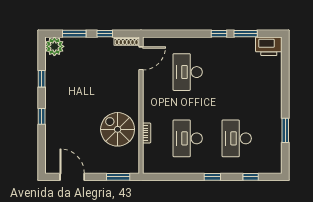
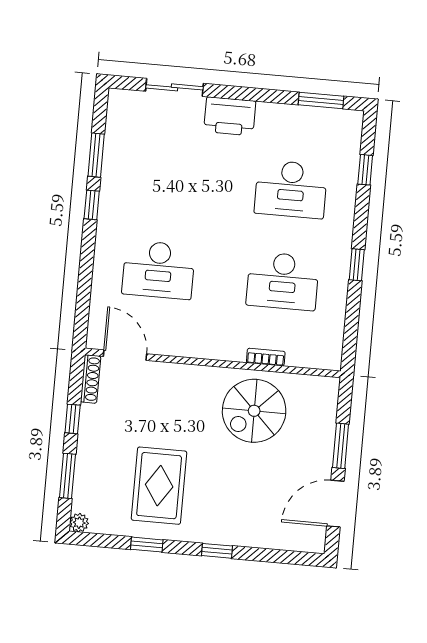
plant: (54, 46) -> (79, 523), width x0.53, depth x0.53
printer: (269, 46) -> (230, 116), moved, turned 90
sliding door: (285, 72) -> (175, 87), added
rug: (73, 83) -> (159, 486), added
window: (285, 130) -> (321, 100), moved
window: (118, 177) -> (341, 446), moved
window: (212, 177) -> (357, 265), moved

